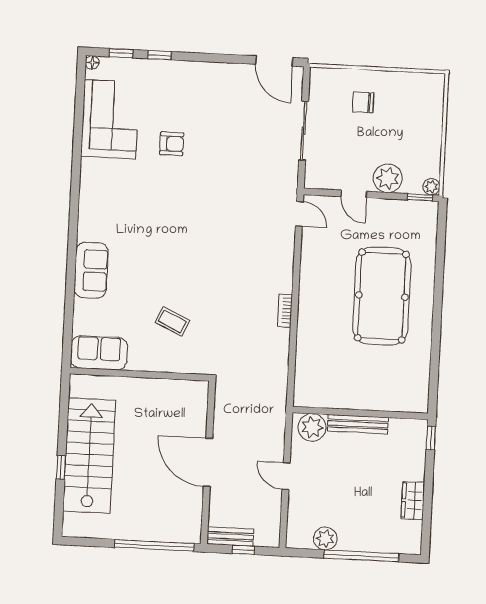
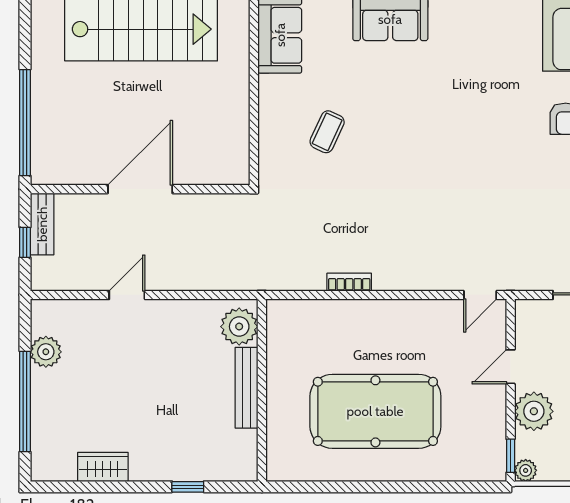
wall: (360, 413) -> (262, 390), moved
bench: (358, 424) -> (247, 388), moved
plant: (312, 427) -> (239, 327), moved

